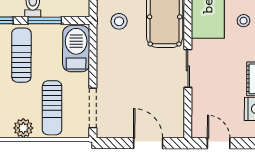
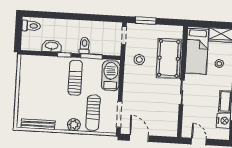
door: (148, 143) -> (139, 138), moved

